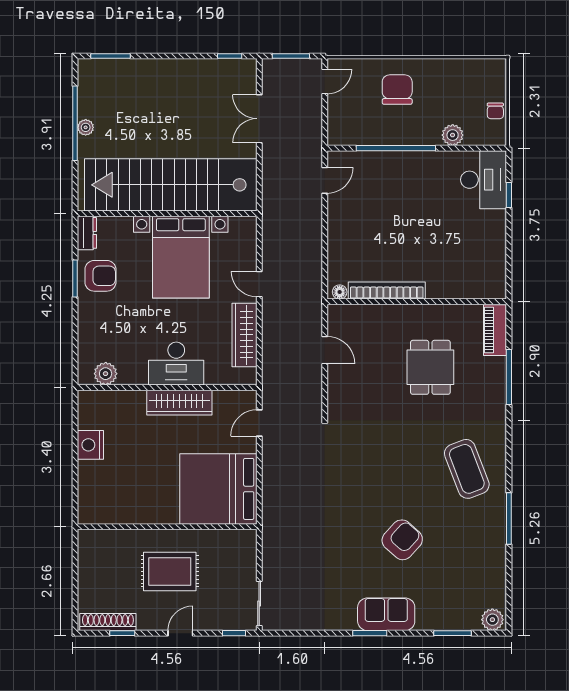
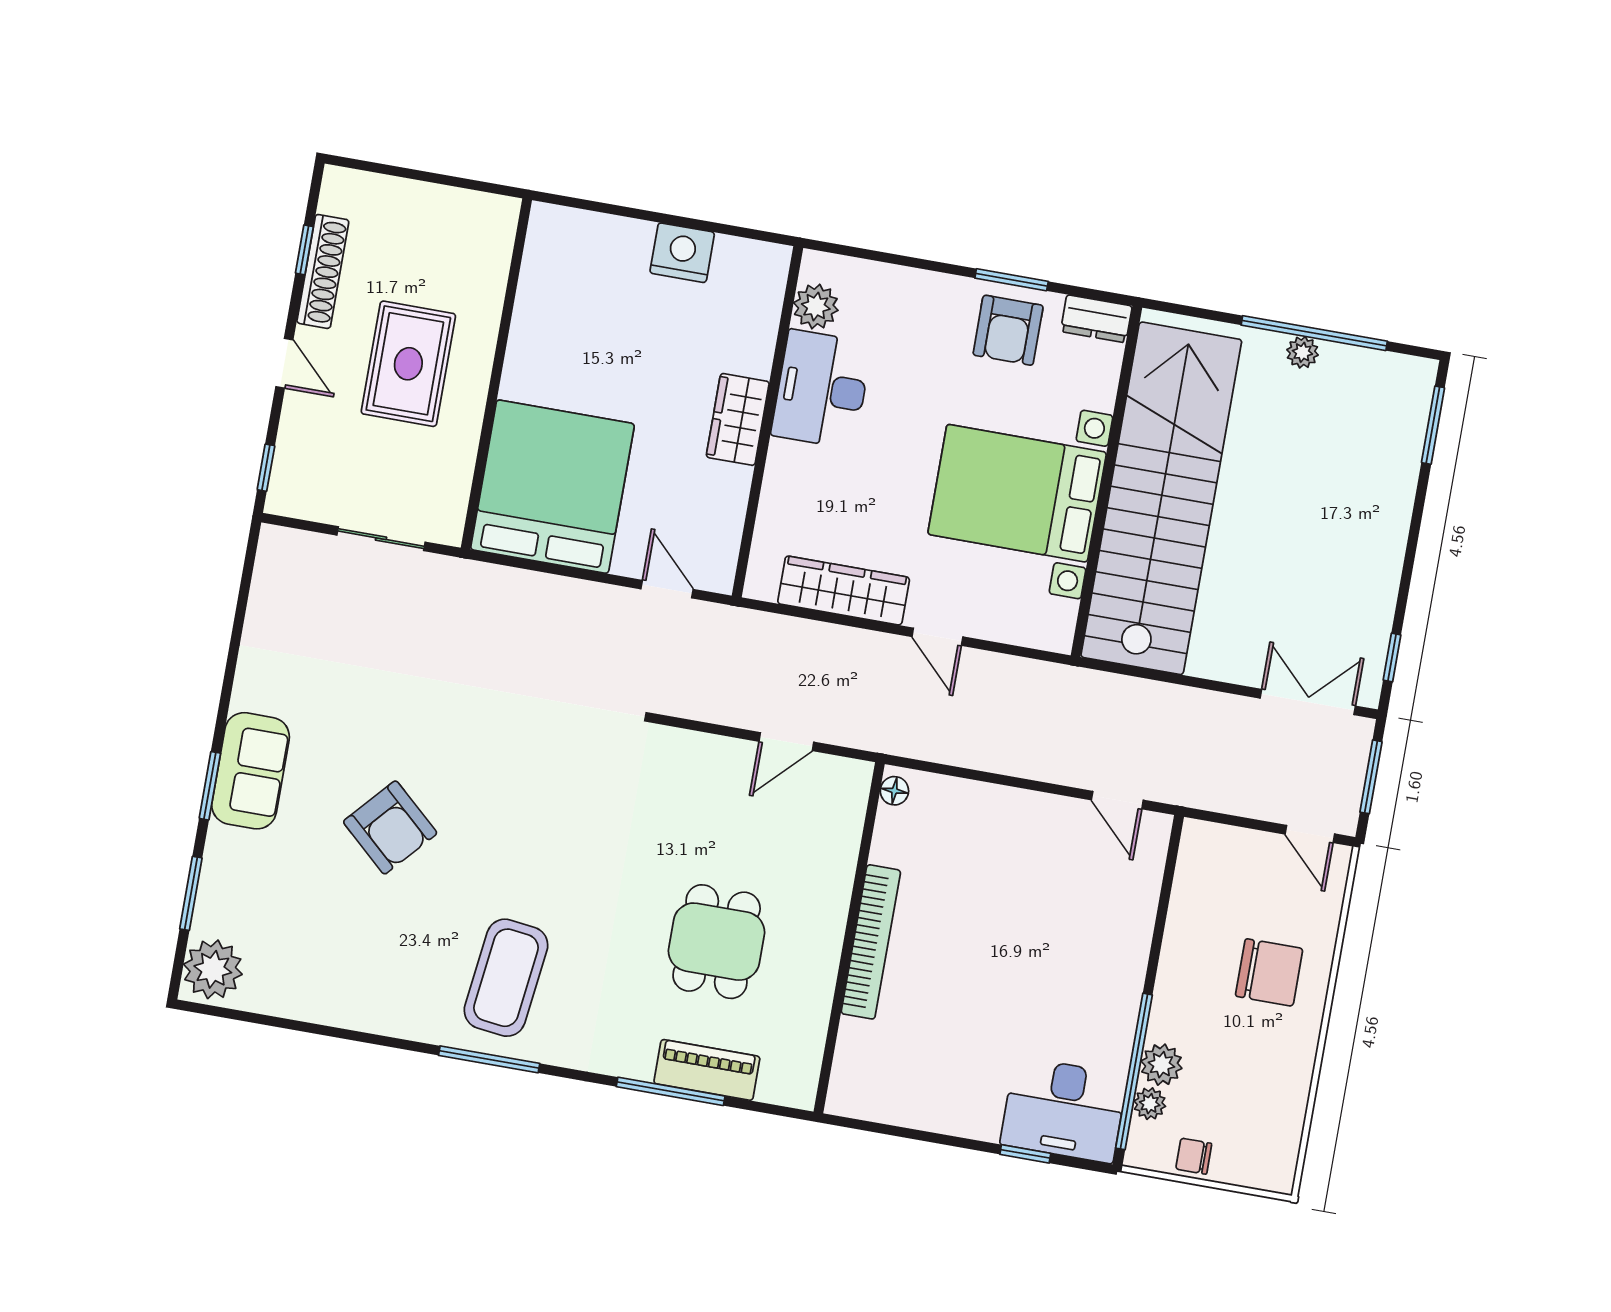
double door: (259, 119) -> (1308, 702), moved
plant: (473, 137) -> (1150, 1104), added
window: (396, 148) -> (1134, 1071), moved
door: (259, 284) -> (937, 637), swing flipped
bookcase: (387, 290) -> (871, 942), moved
piano: (495, 330) -> (707, 1070), moved
desk: (176, 364) -> (822, 389), moved
dining table: (430, 367) -> (717, 942), turned 90
wardrobe: (179, 403) -> (738, 419), width x0.67
coffee table: (467, 469) -> (506, 978), turned -62
window: (509, 518) -> (489, 1059), moved
sliding door: (259, 603) -> (381, 539), moved
plant: (492, 620) -> (213, 969), width x1.36, depth x1.36
shoe rack: (108, 622) -> (323, 271), moved
window: (370, 633) -> (210, 786), moved

